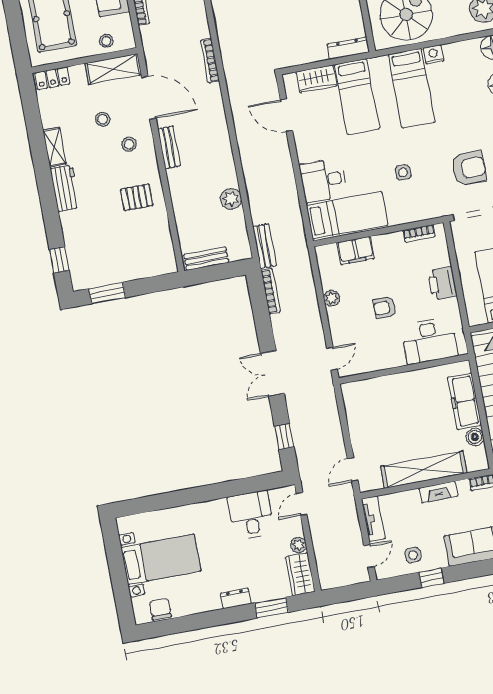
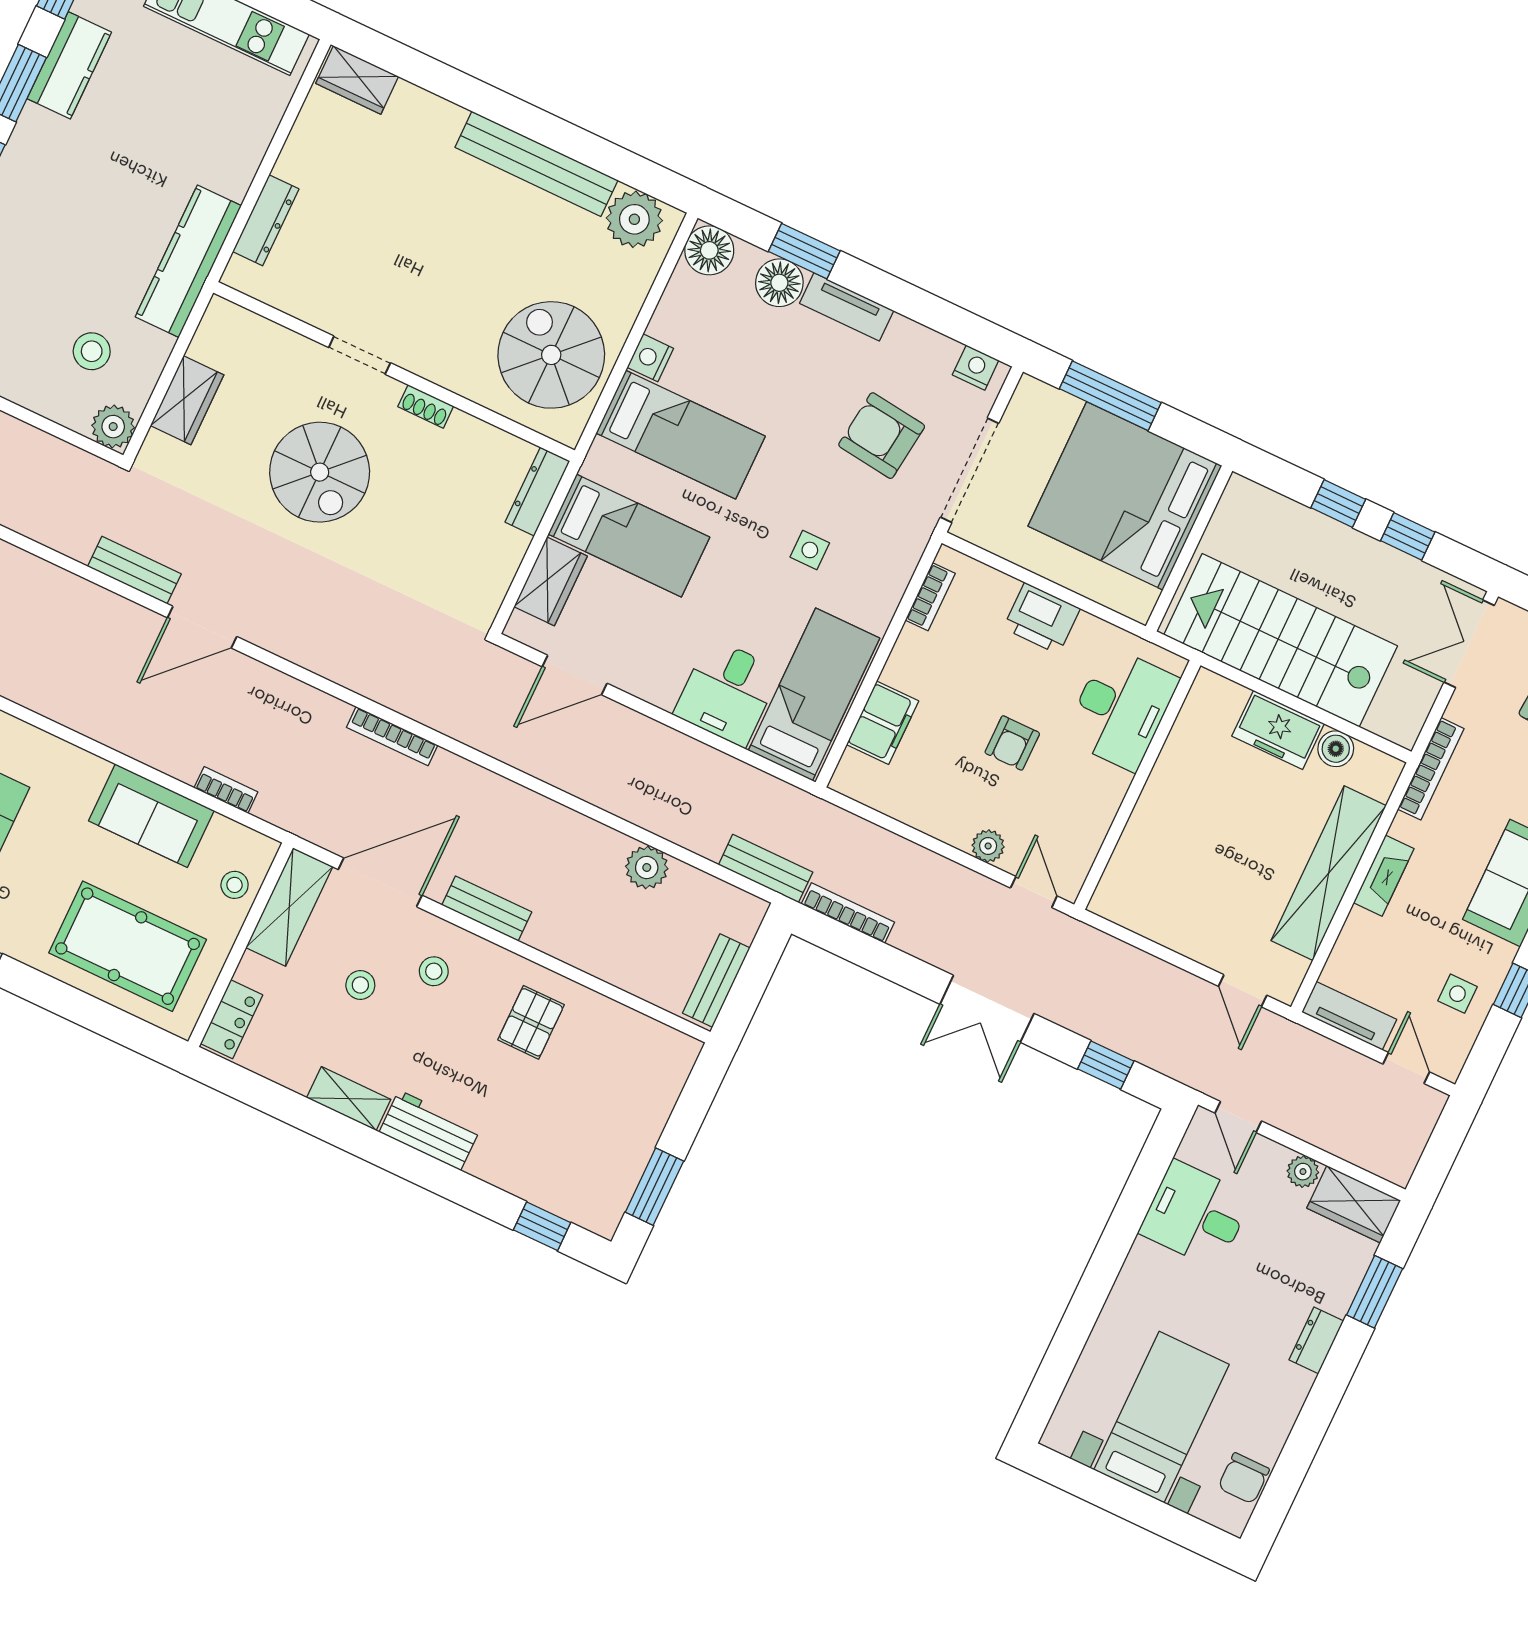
armchair: (469, 168) -> (882, 436), turned -83
plant: (332, 298) -> (988, 846), moved
freezer: (464, 401) -> (1278, 730), width x0.71
chair: (160, 609) -> (1244, 1478), turned -90

